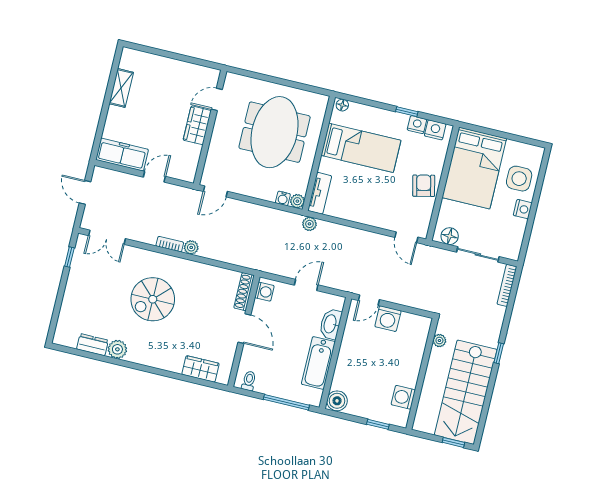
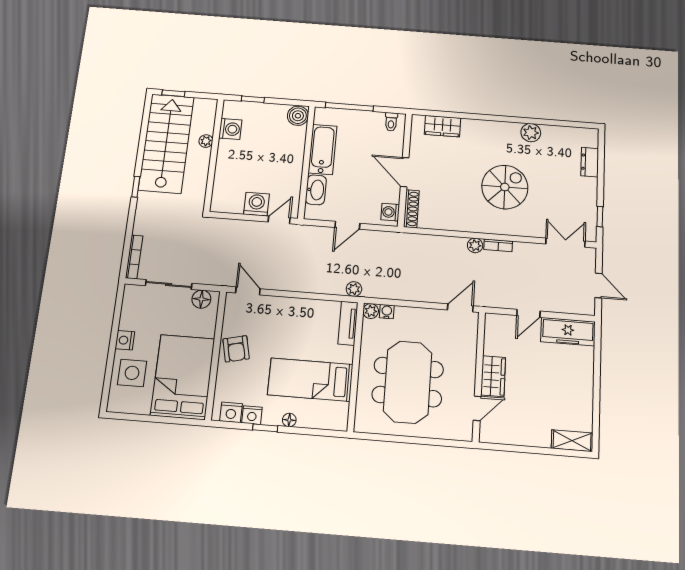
shelving: (121, 88) -> (572, 441), moved, turned 90
floor lamp: (342, 105) -> (289, 420), moved
plant: (439, 341) -> (206, 141), moved
dresser: (92, 345) -> (590, 162), moved, turned 90

